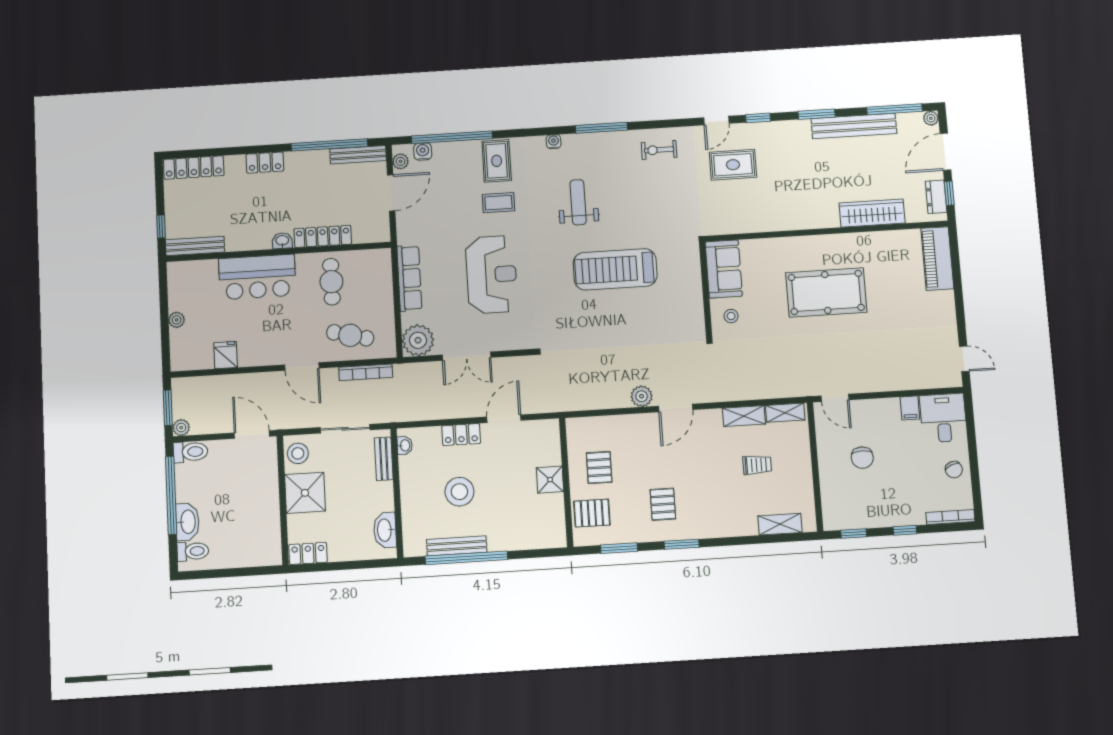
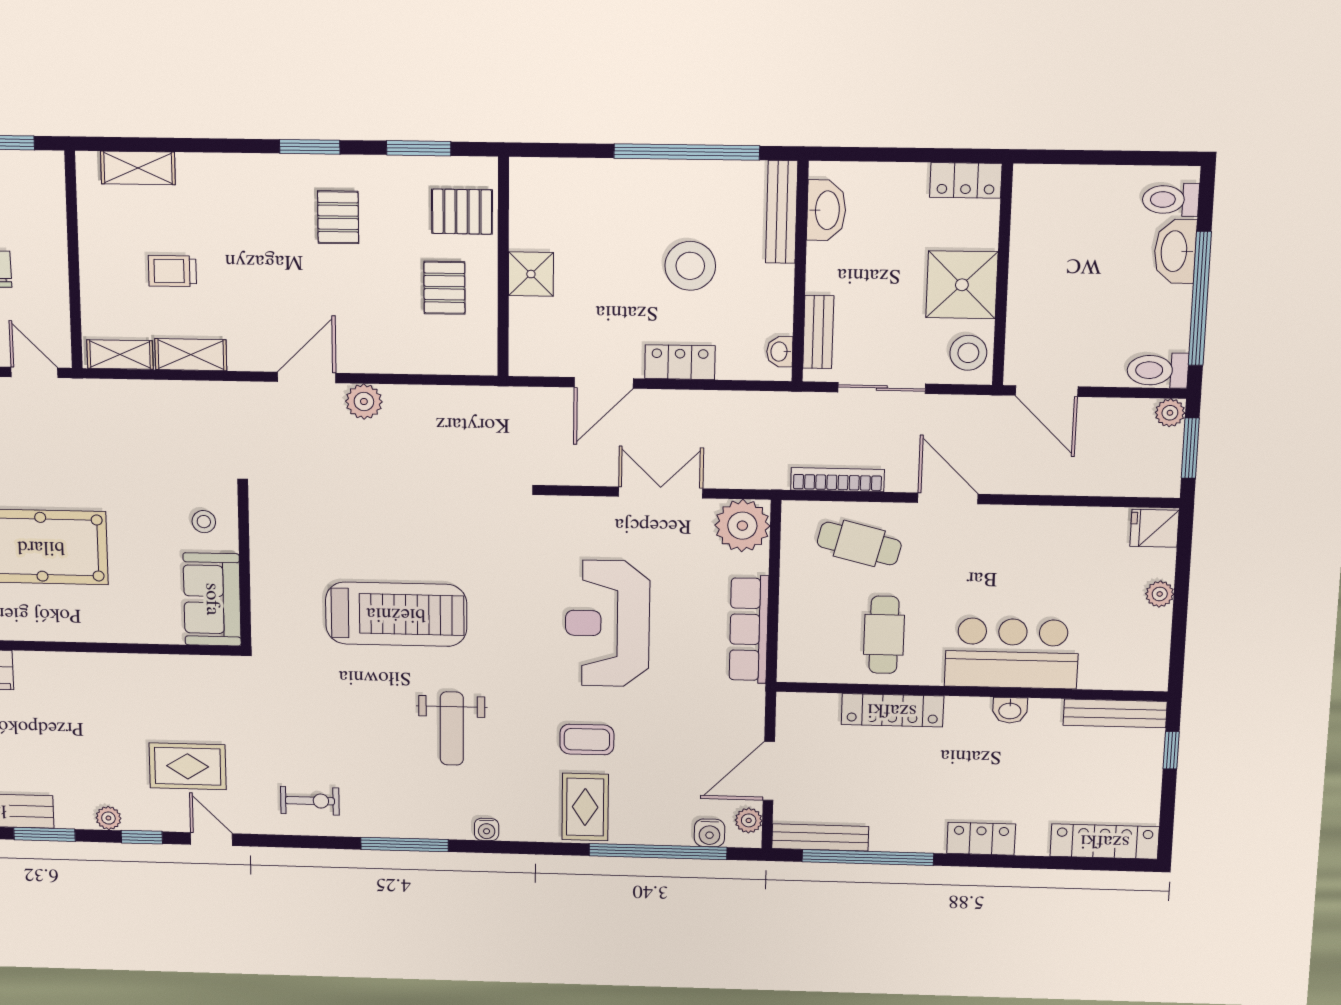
door: (716, 121) -> (211, 839), hinge flipped
plant: (779, 128) -> (108, 818), added
washbasin: (282, 241) -> (1010, 710), moved
fridge: (226, 355) -> (1154, 528), moved, turned 90
bench: (457, 546) -> (782, 212), moved, turned 90

